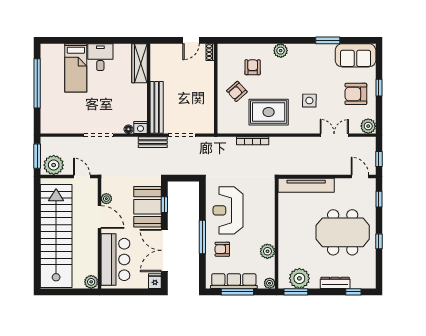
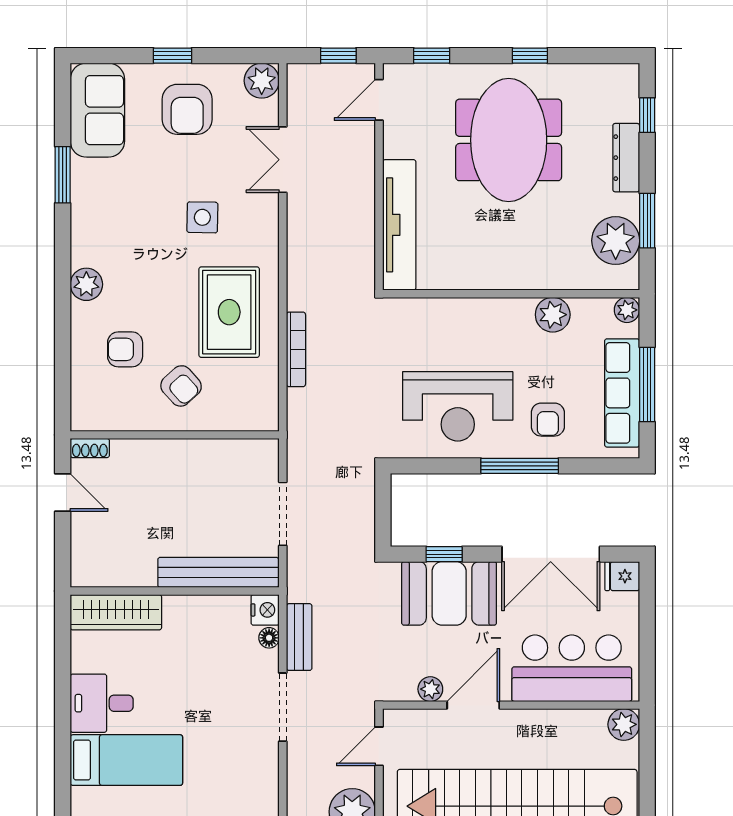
bench: (153, 142) -> (299, 637), moved
window: (296, 292) -> (647, 221), moved

